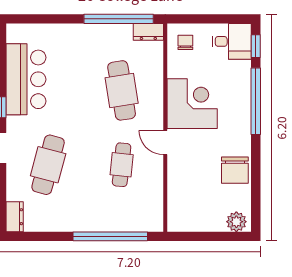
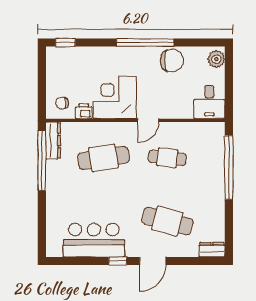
dresser: (148, 32) -> (53, 141), width x1.44
desk: (232, 41) -> (209, 102), moved, turned 180
printer: (176, 68) -> (84, 111), added
window: (256, 101) -> (145, 43), moved

